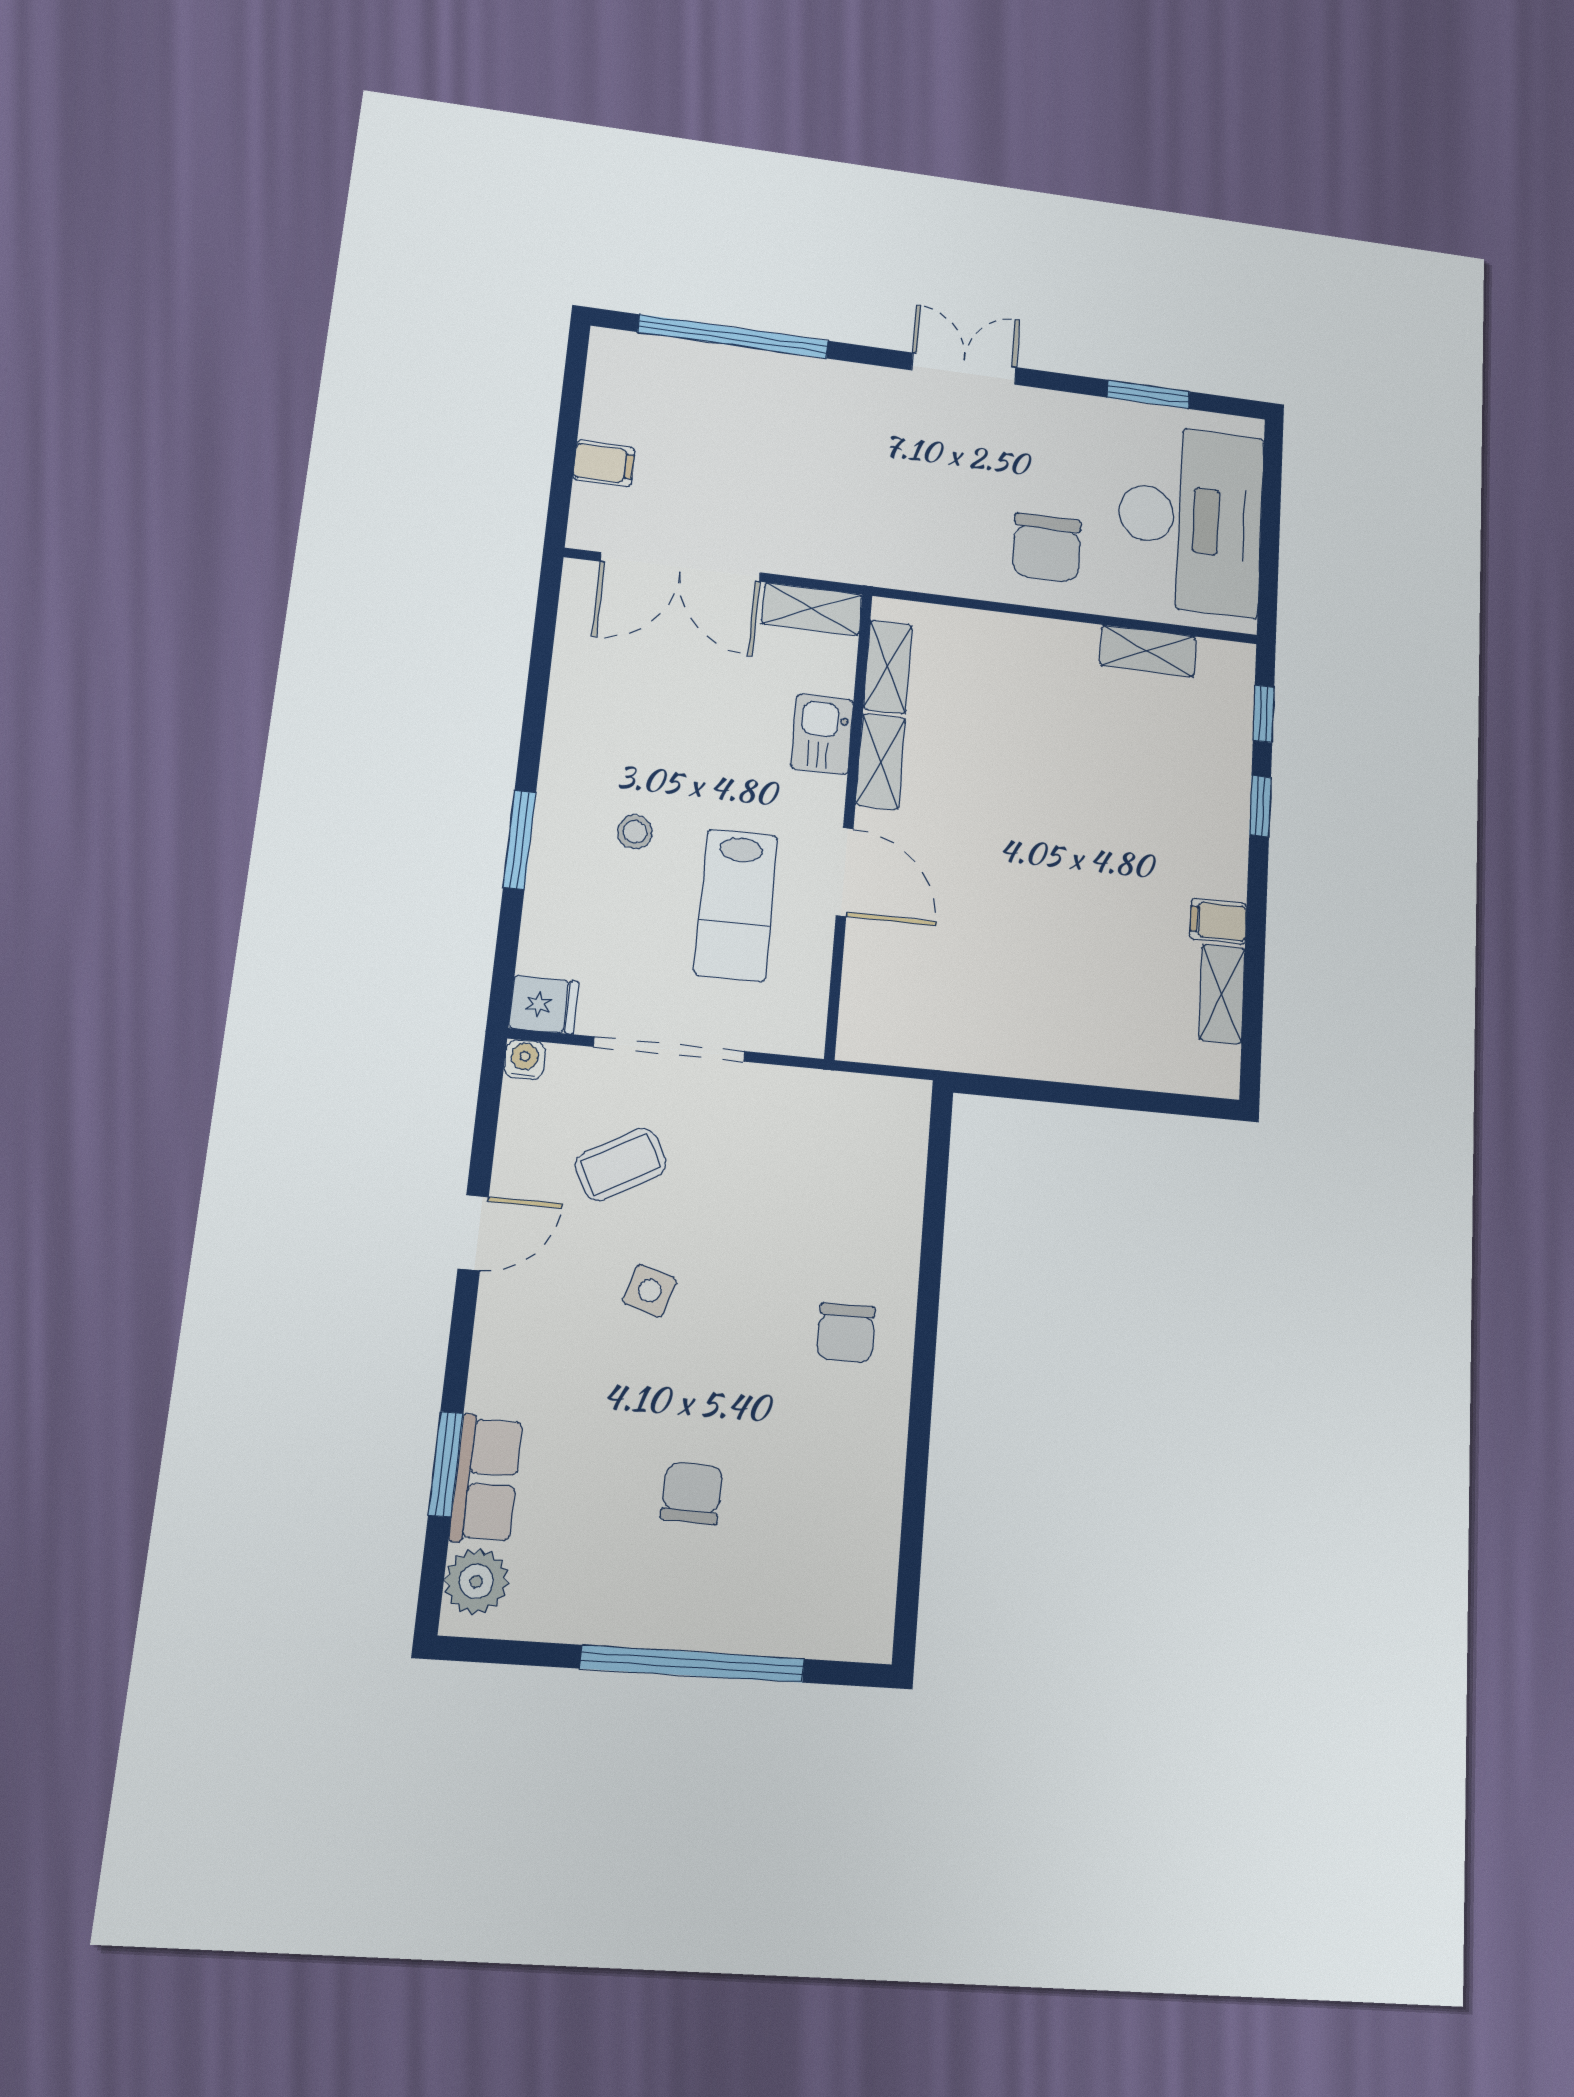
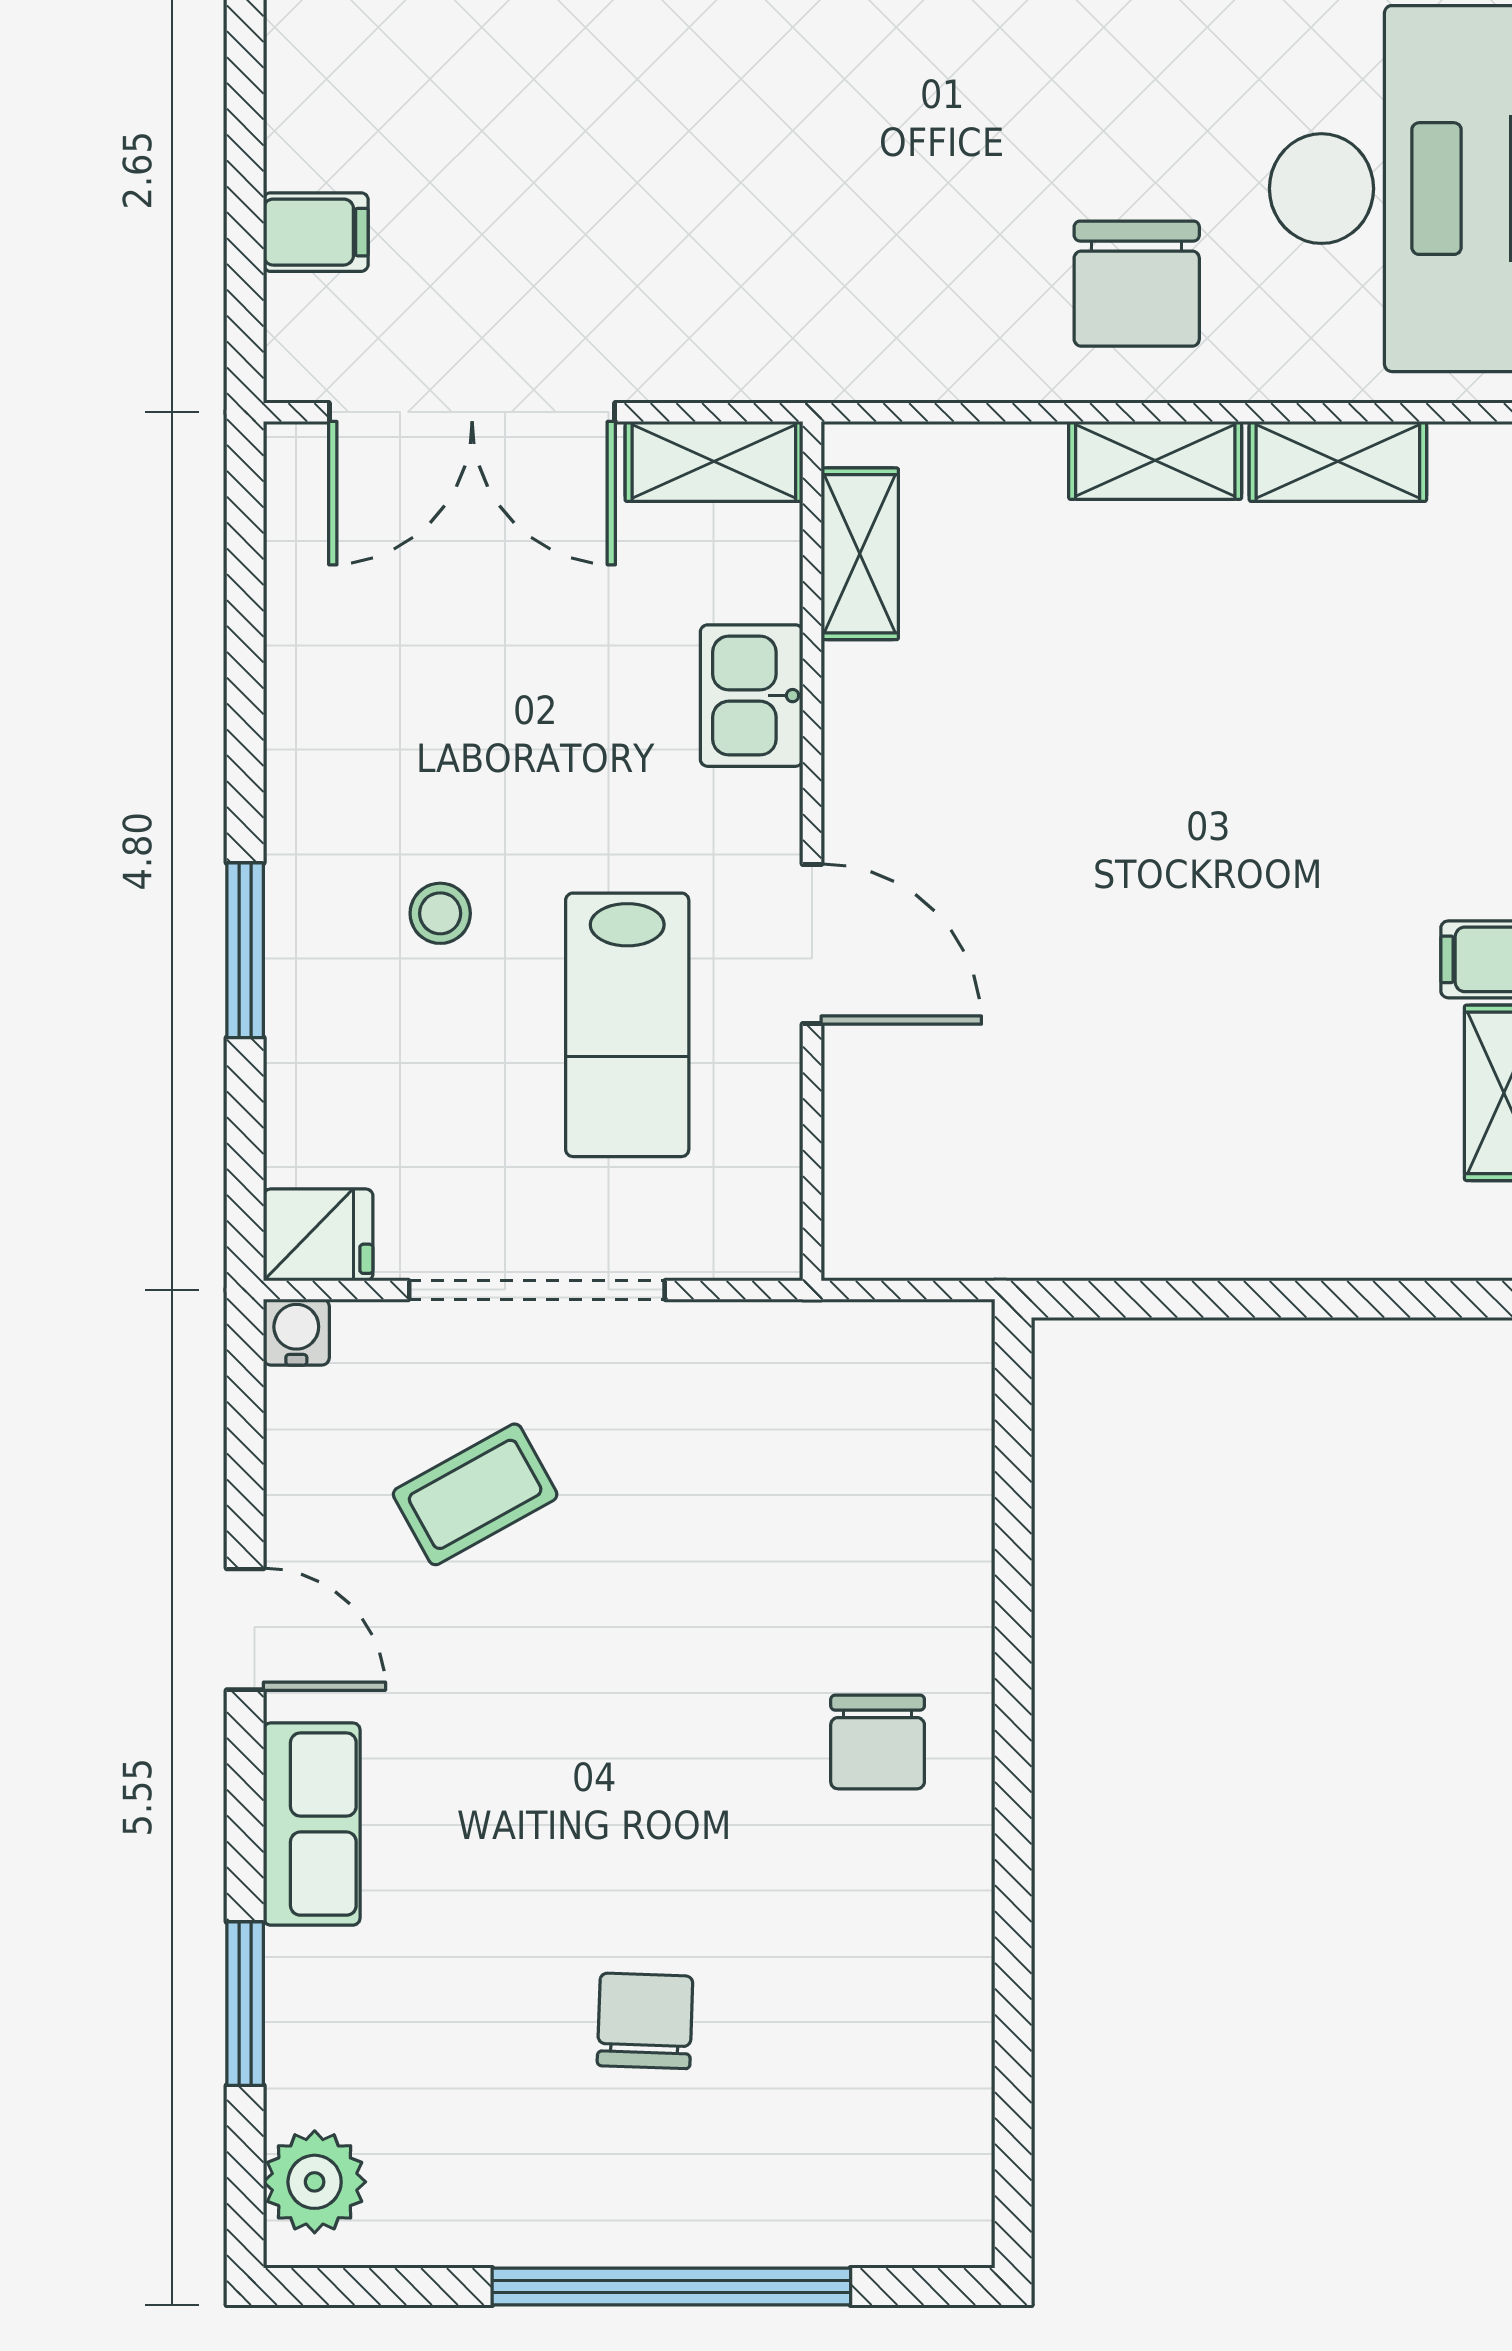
shelving: (881, 762) -> (1155, 460), moved, turned 90
door: (473, 1233) -> (245, 1629), hinge flipped
side table: (650, 1291) -> (544, 1700), removed
row of seats: (486, 1479) -> (312, 1824), moved

